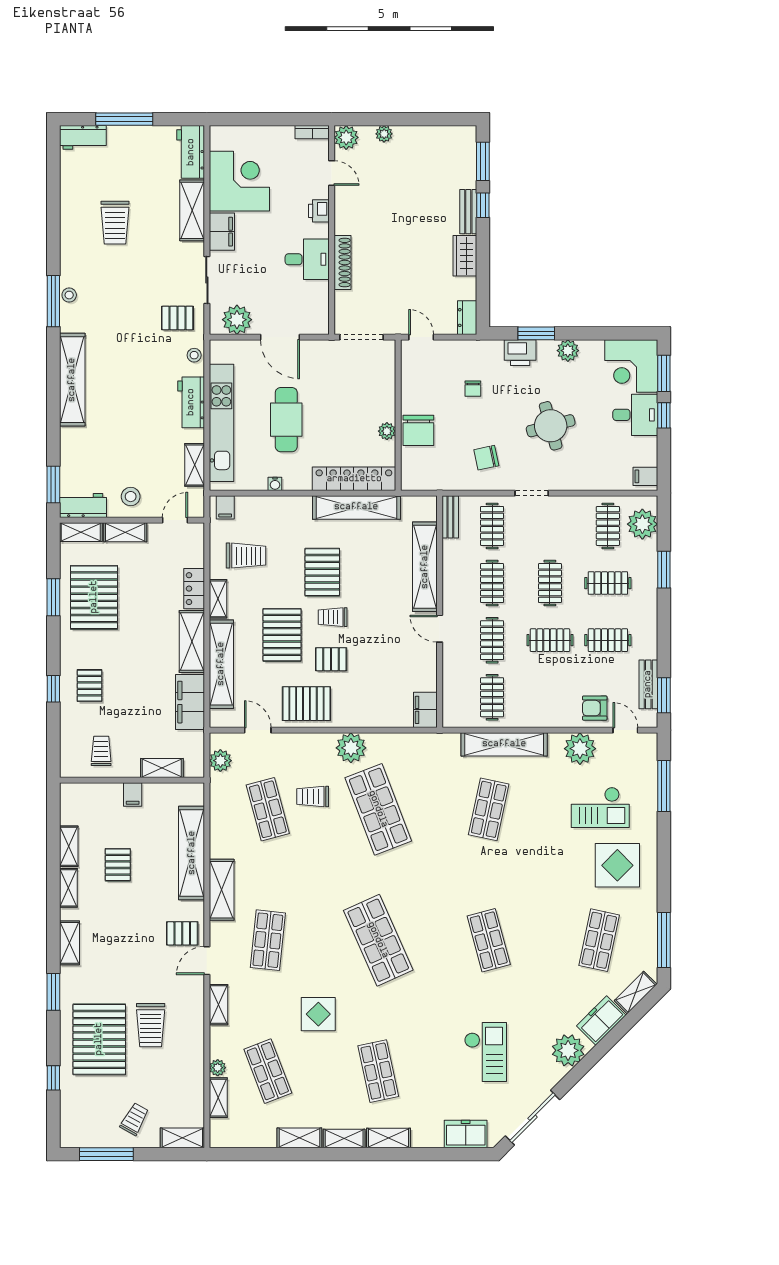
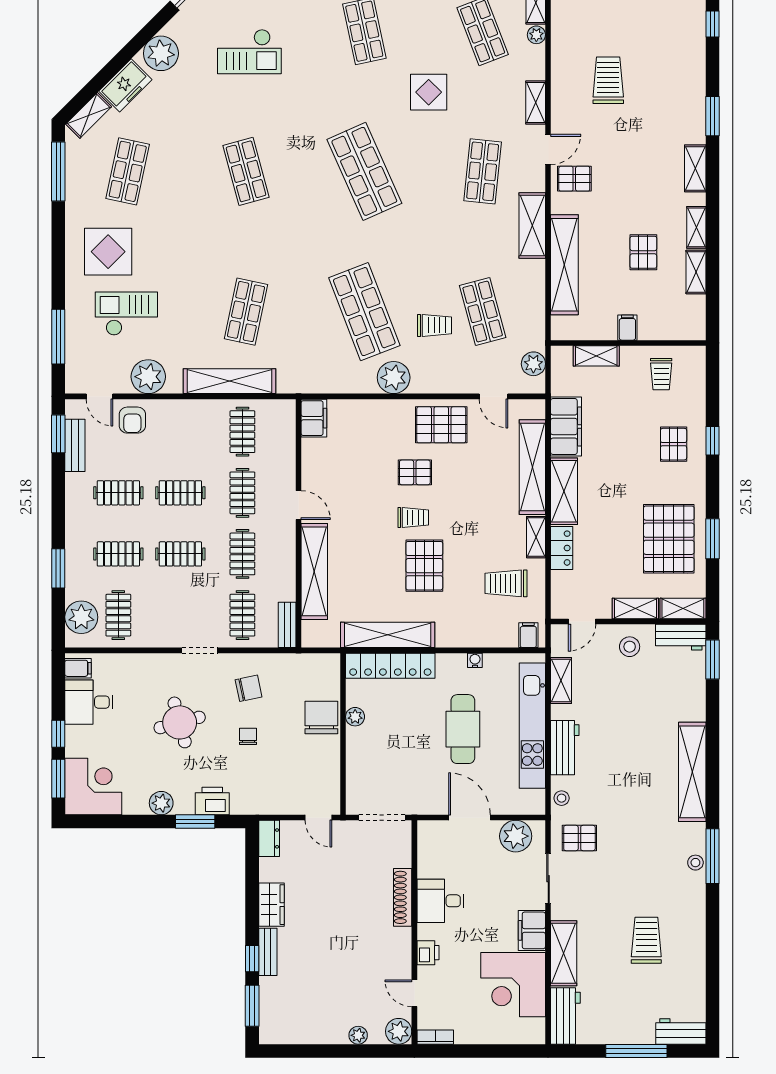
chair: (473, 389) -> (248, 736), moved
desk: (635, 415) -> (89, 702), moved
clothes rail: (550, 583) -> (180, 554), turned 90
pallet: (282, 635) -> (467, 498), removed
armchair: (595, 708) -> (132, 420), turned 90
pallet: (99, 1039) -> (663, 65), removed
checkout: (486, 1052) -> (249, 52), turned -90

